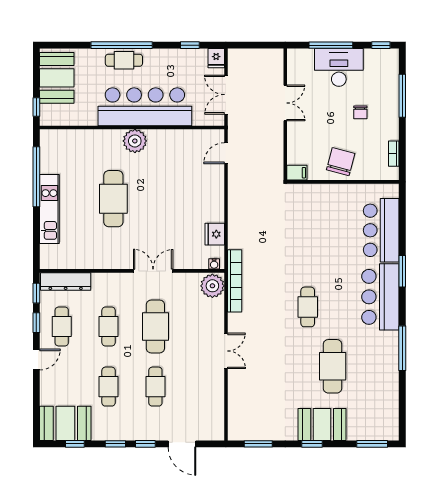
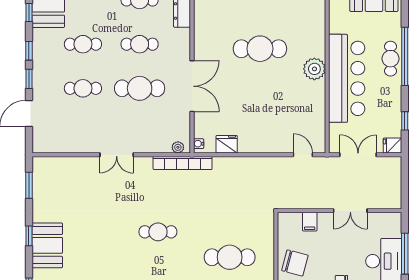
filing cabinet: (297, 173) -> (310, 222), moved
double door: (153, 271) -> (192, 86), width x1.37
plant: (212, 286) -> (178, 147), width x0.53, depth x0.53
cafe table: (333, 366) -> (230, 257), moved

